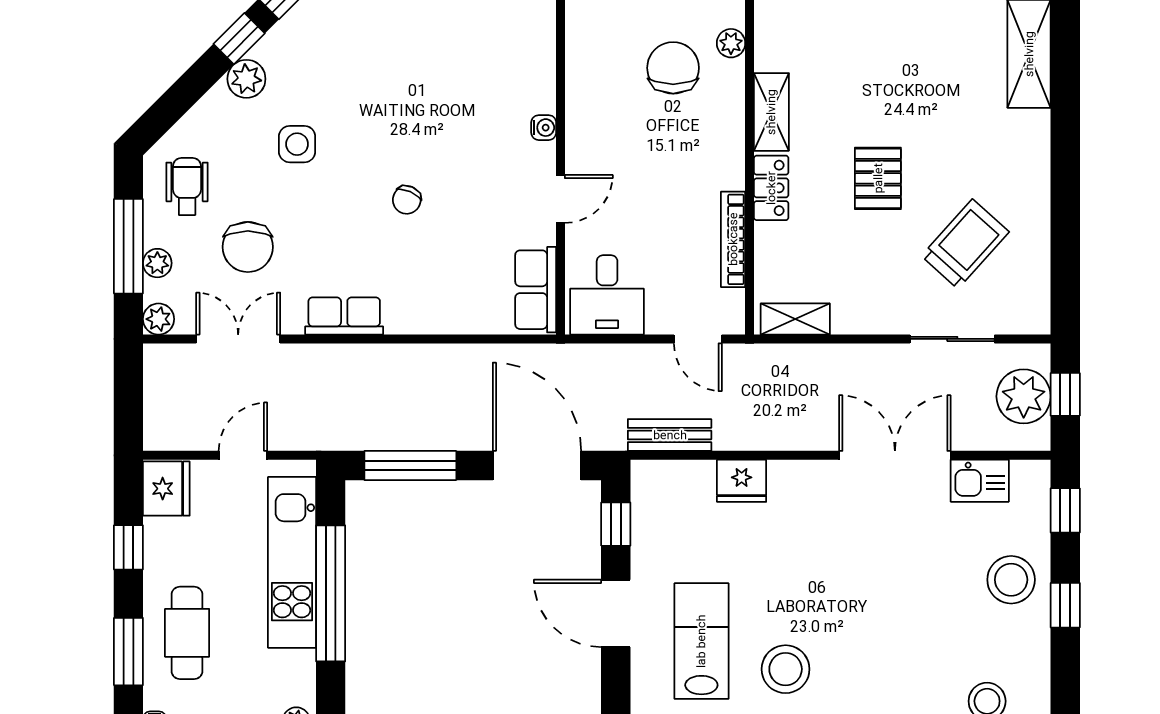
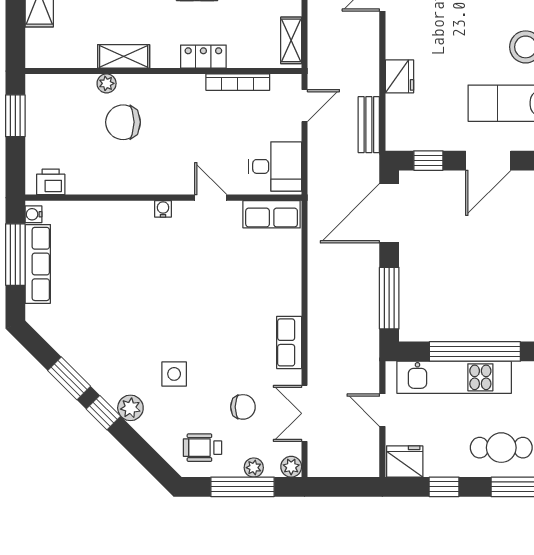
shelving: (771, 112) -> (124, 56), moved
chair: (407, 200) -> (211, 301), removed
chair: (248, 247) -> (243, 407), width x0.73, depth x0.73

